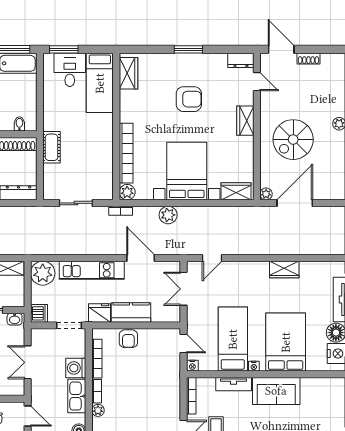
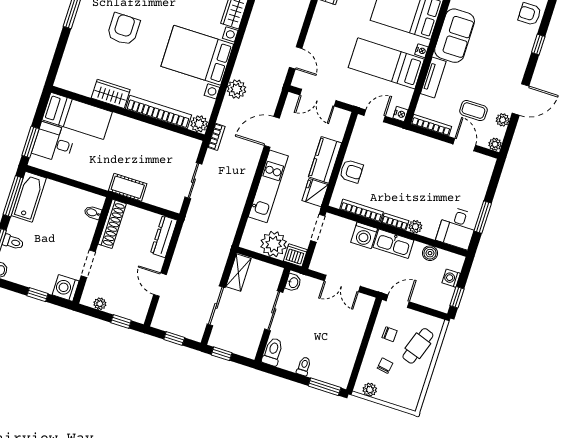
wardrobe: (129, 73) -> (111, 94), moved
plant: (43, 273) -> (274, 244), moved

